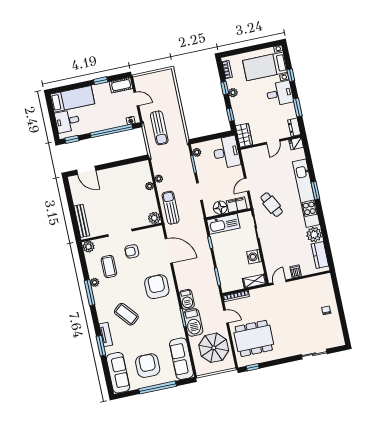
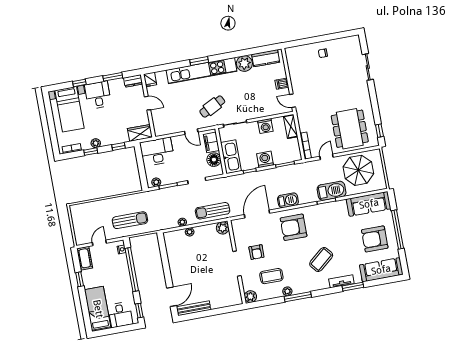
bench: (82, 221) -> (194, 308), moved
washing machine: (222, 257) -> (265, 159), added
barbecue: (187, 299) -> (288, 200), moved

